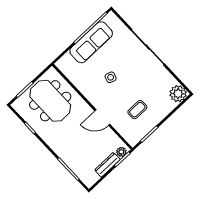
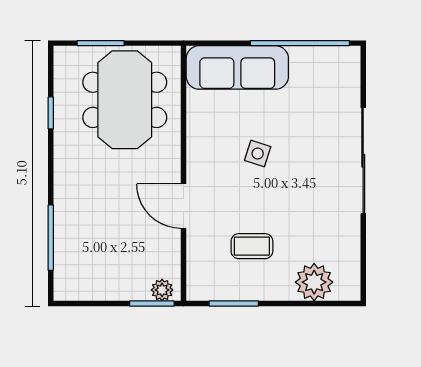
sofa: (91, 42) -> (237, 67), moved
plant: (178, 94) -> (314, 282), moved
dresser: (107, 165) -> (120, 290), removed

